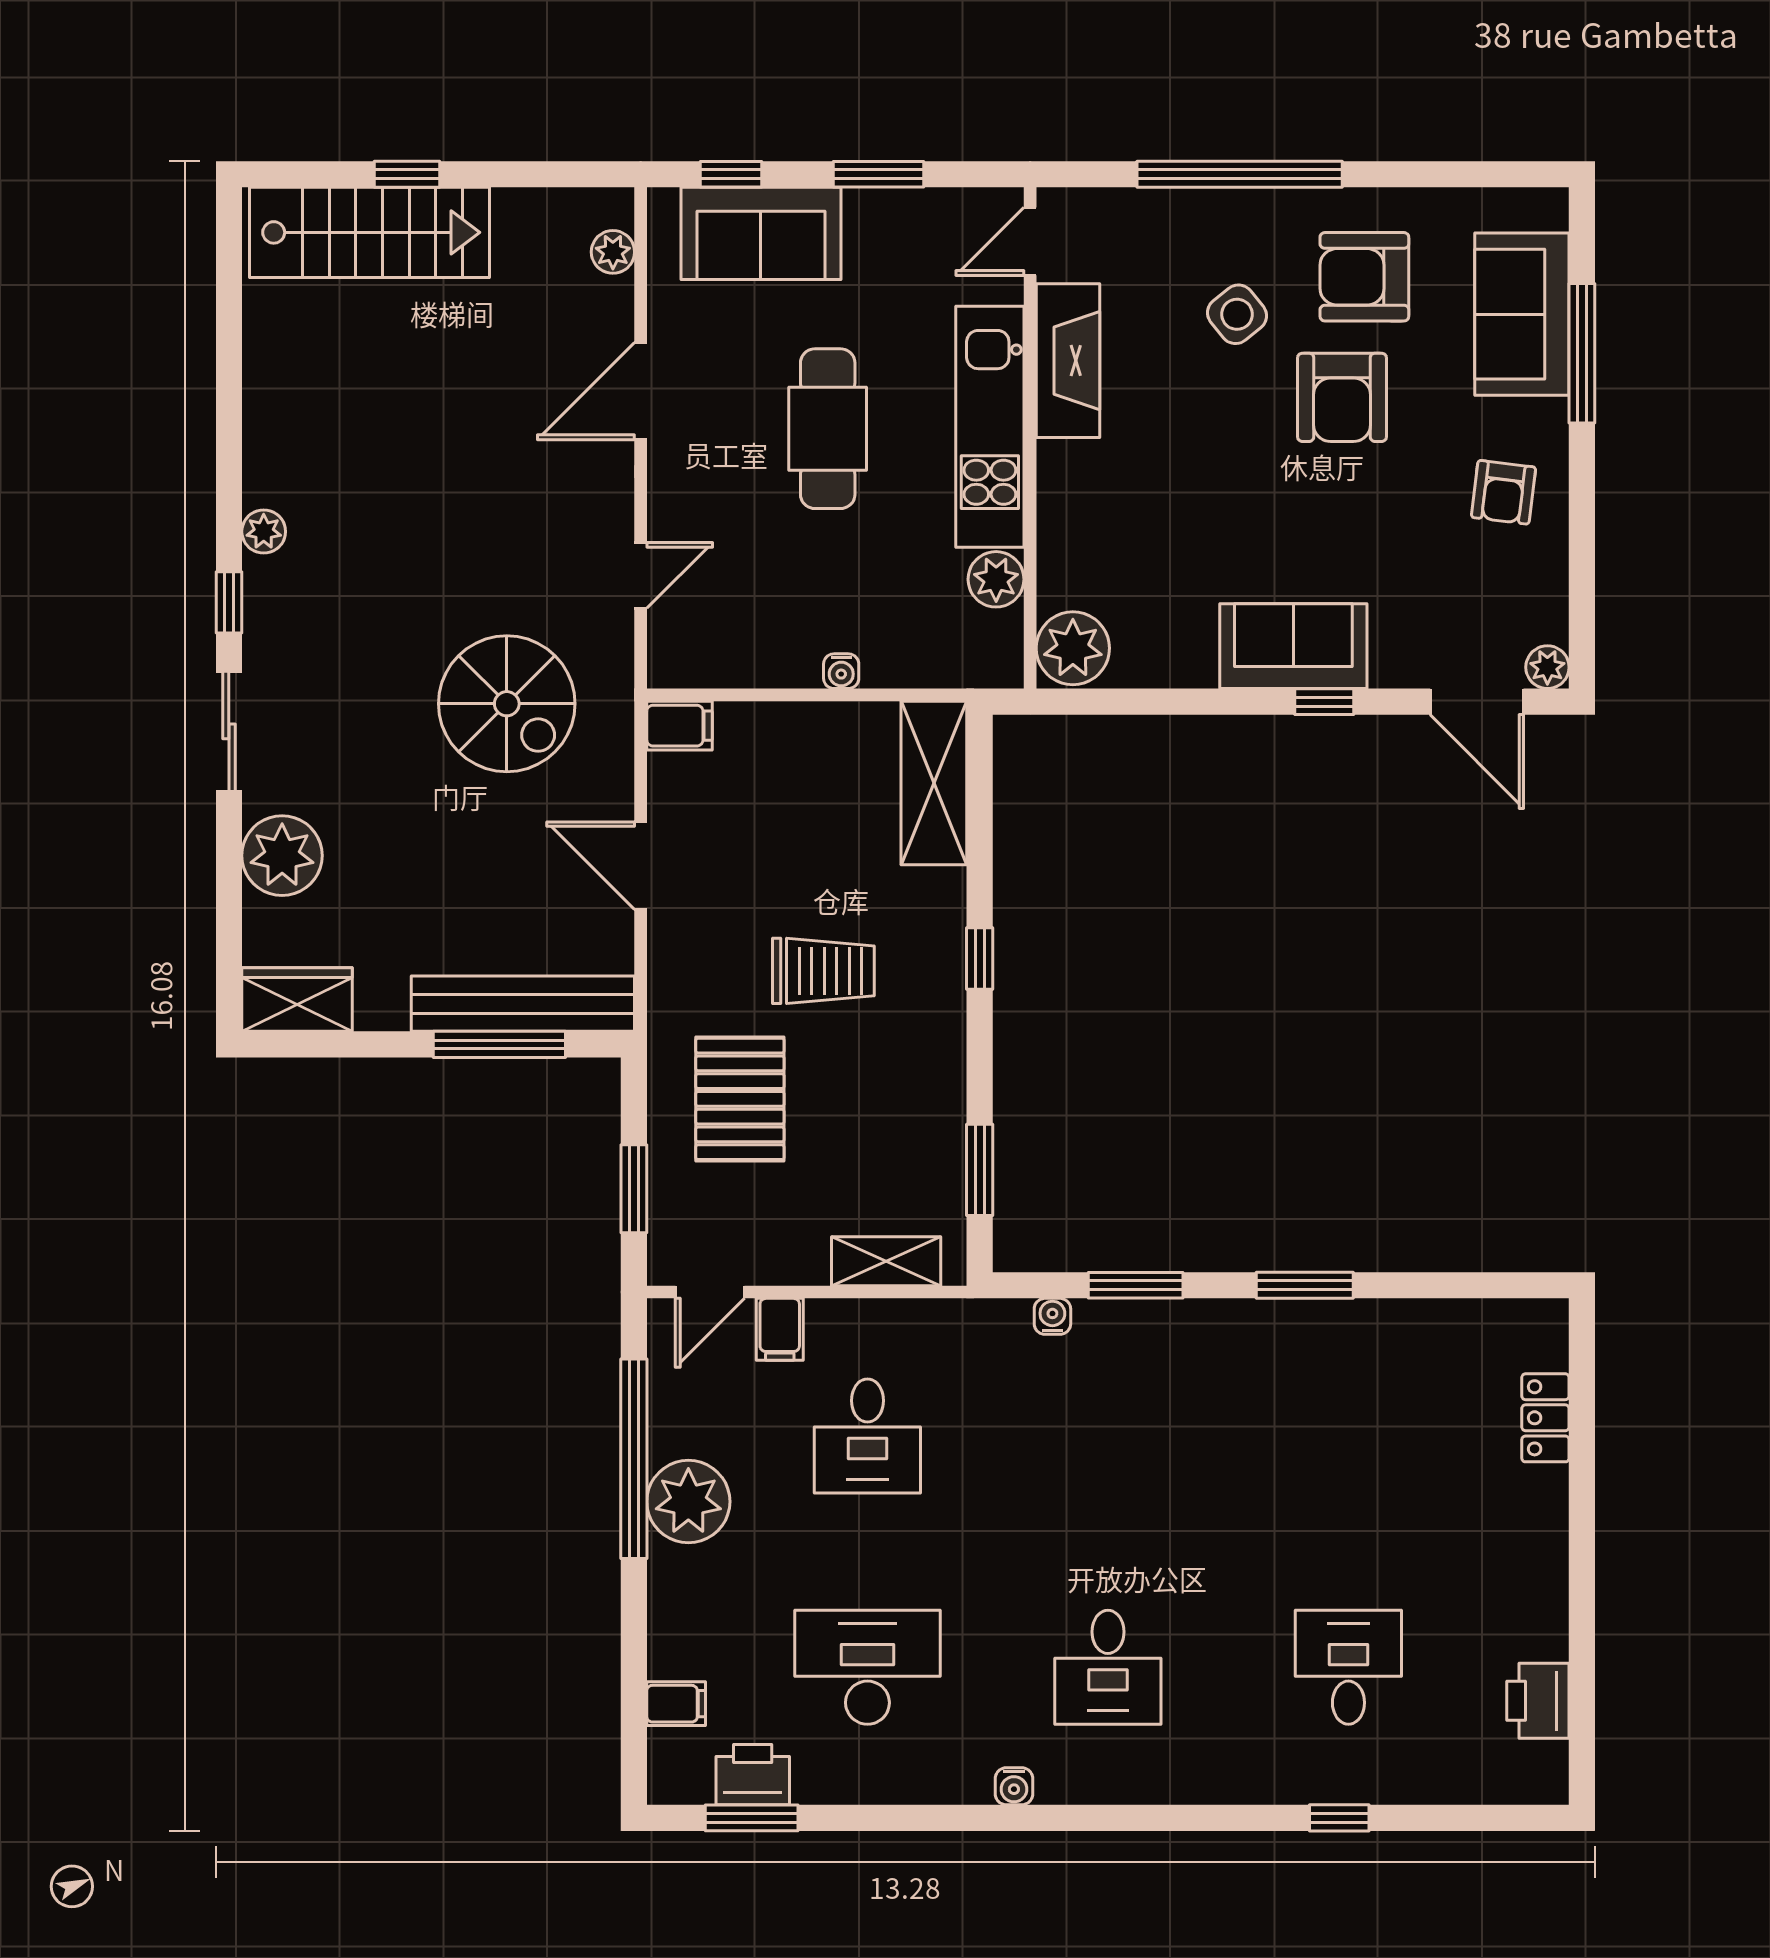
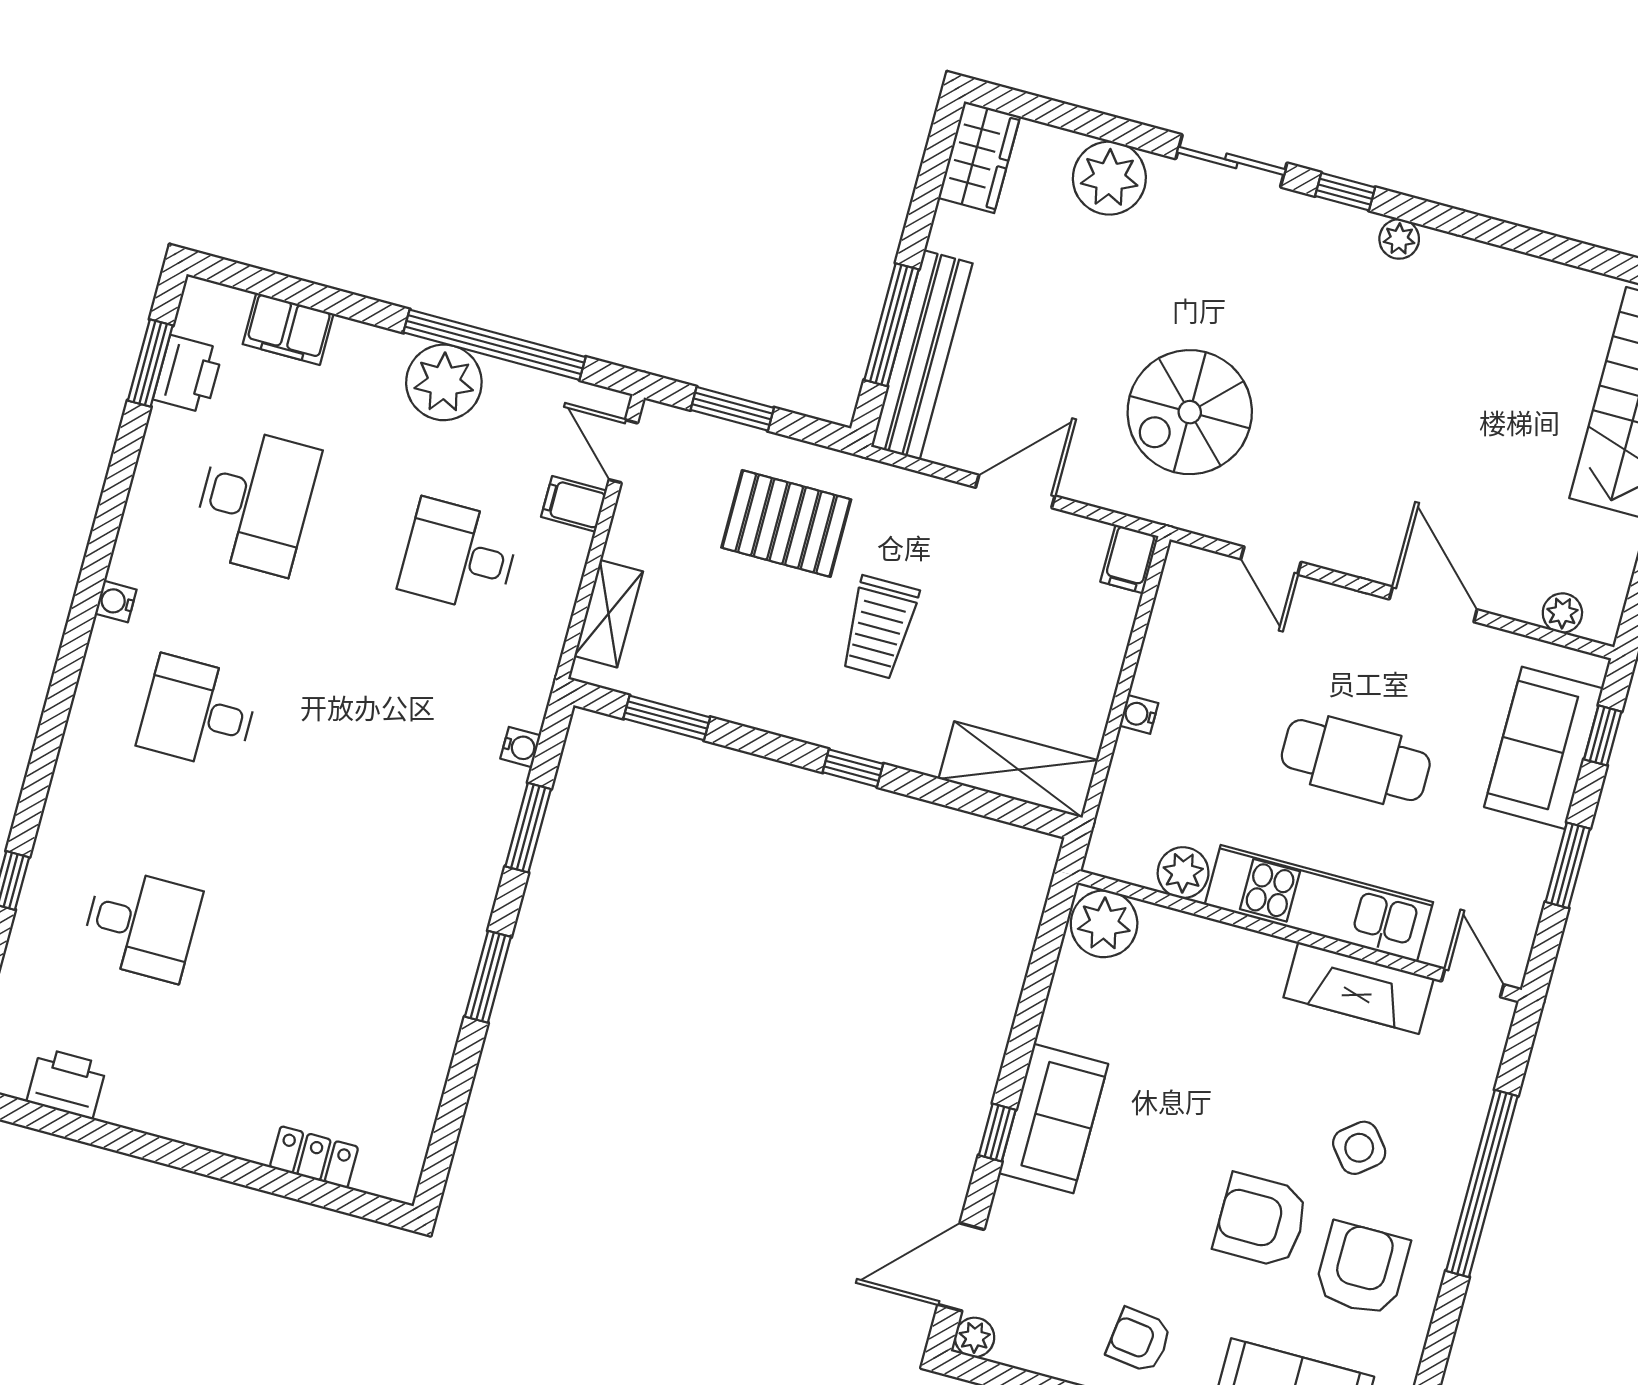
filing cabinet: (676, 1704) -> (288, 329), width x2.00

